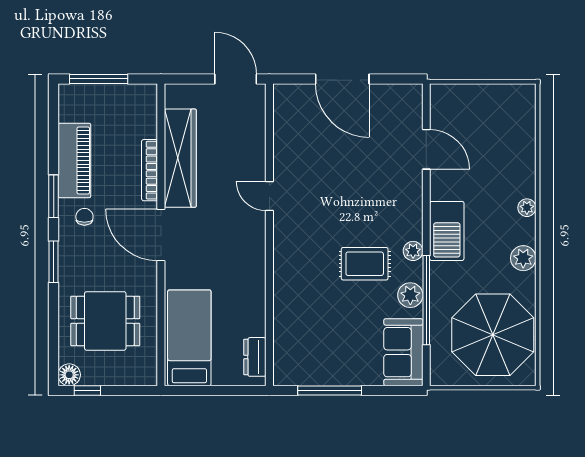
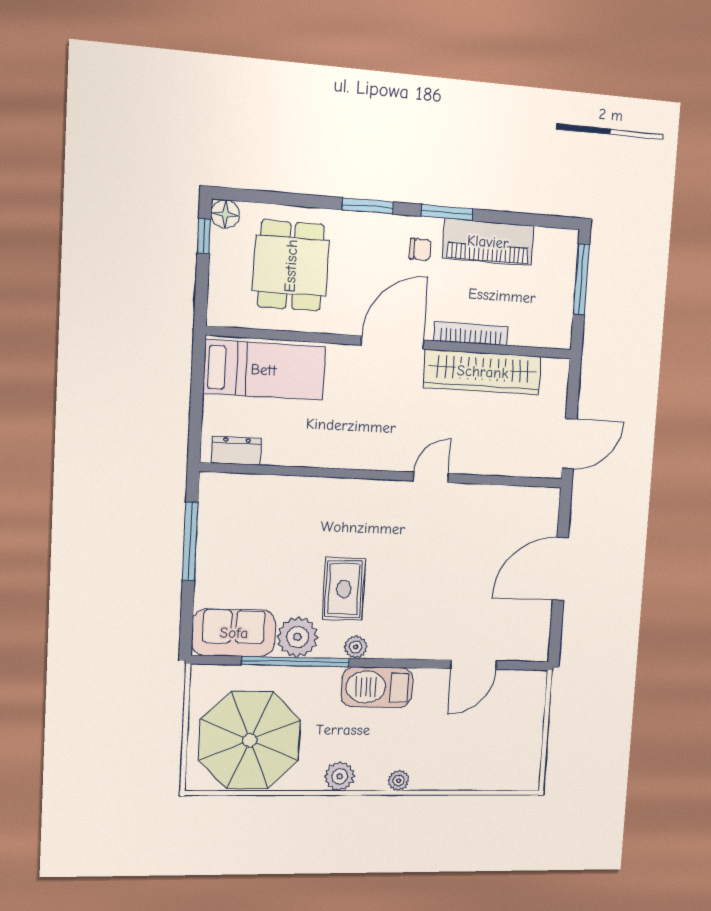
plant: (410, 295) -> (298, 637), width x1.36, depth x1.36

